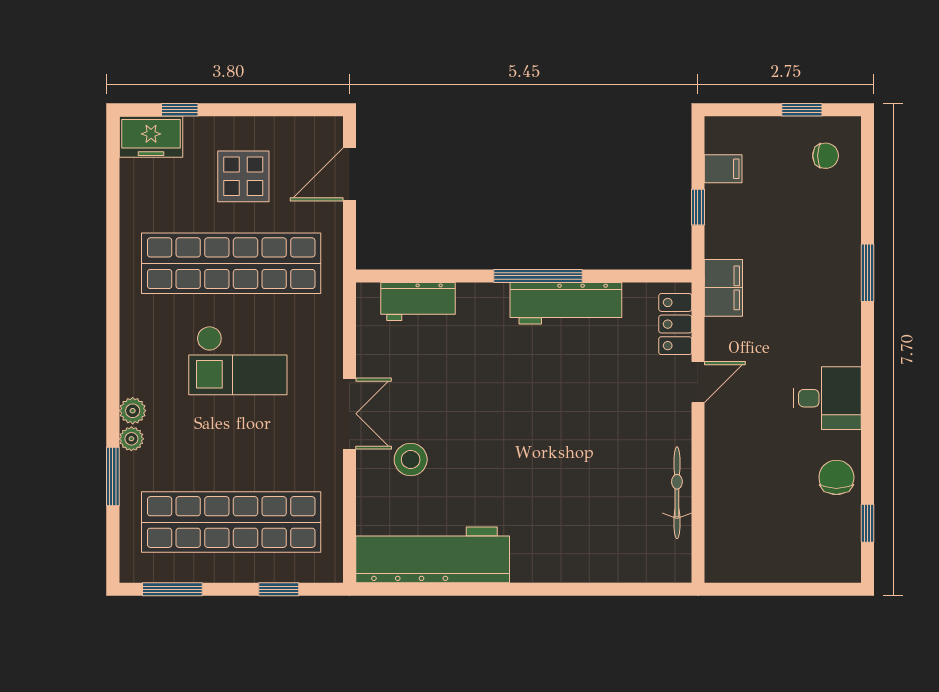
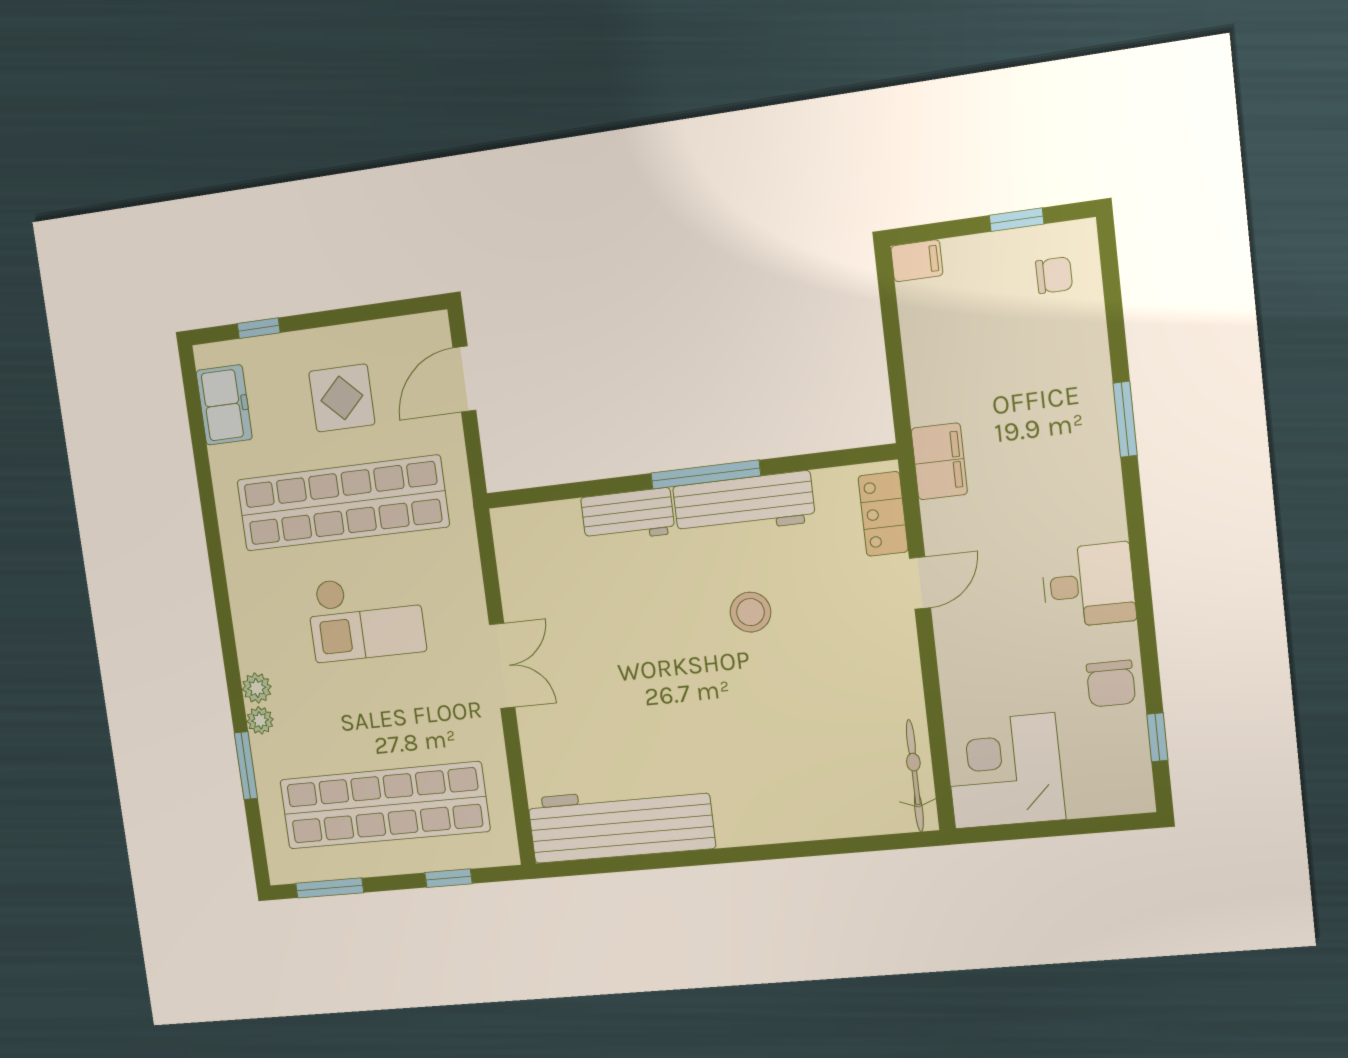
freezer: (151, 137) -> (224, 405), moved, turned -90
filing cabinet: (723, 169) -> (917, 261), moved
window: (698, 207) -> (895, 363), removed
workbench: (418, 301) -> (628, 516), moved
stool: (411, 460) -> (750, 612), moved
chair: (836, 477) -> (1111, 684), turned 180
bicycle: (677, 493) -> (915, 776), moved
corner desk: (748, 539) -> (1005, 771), added

